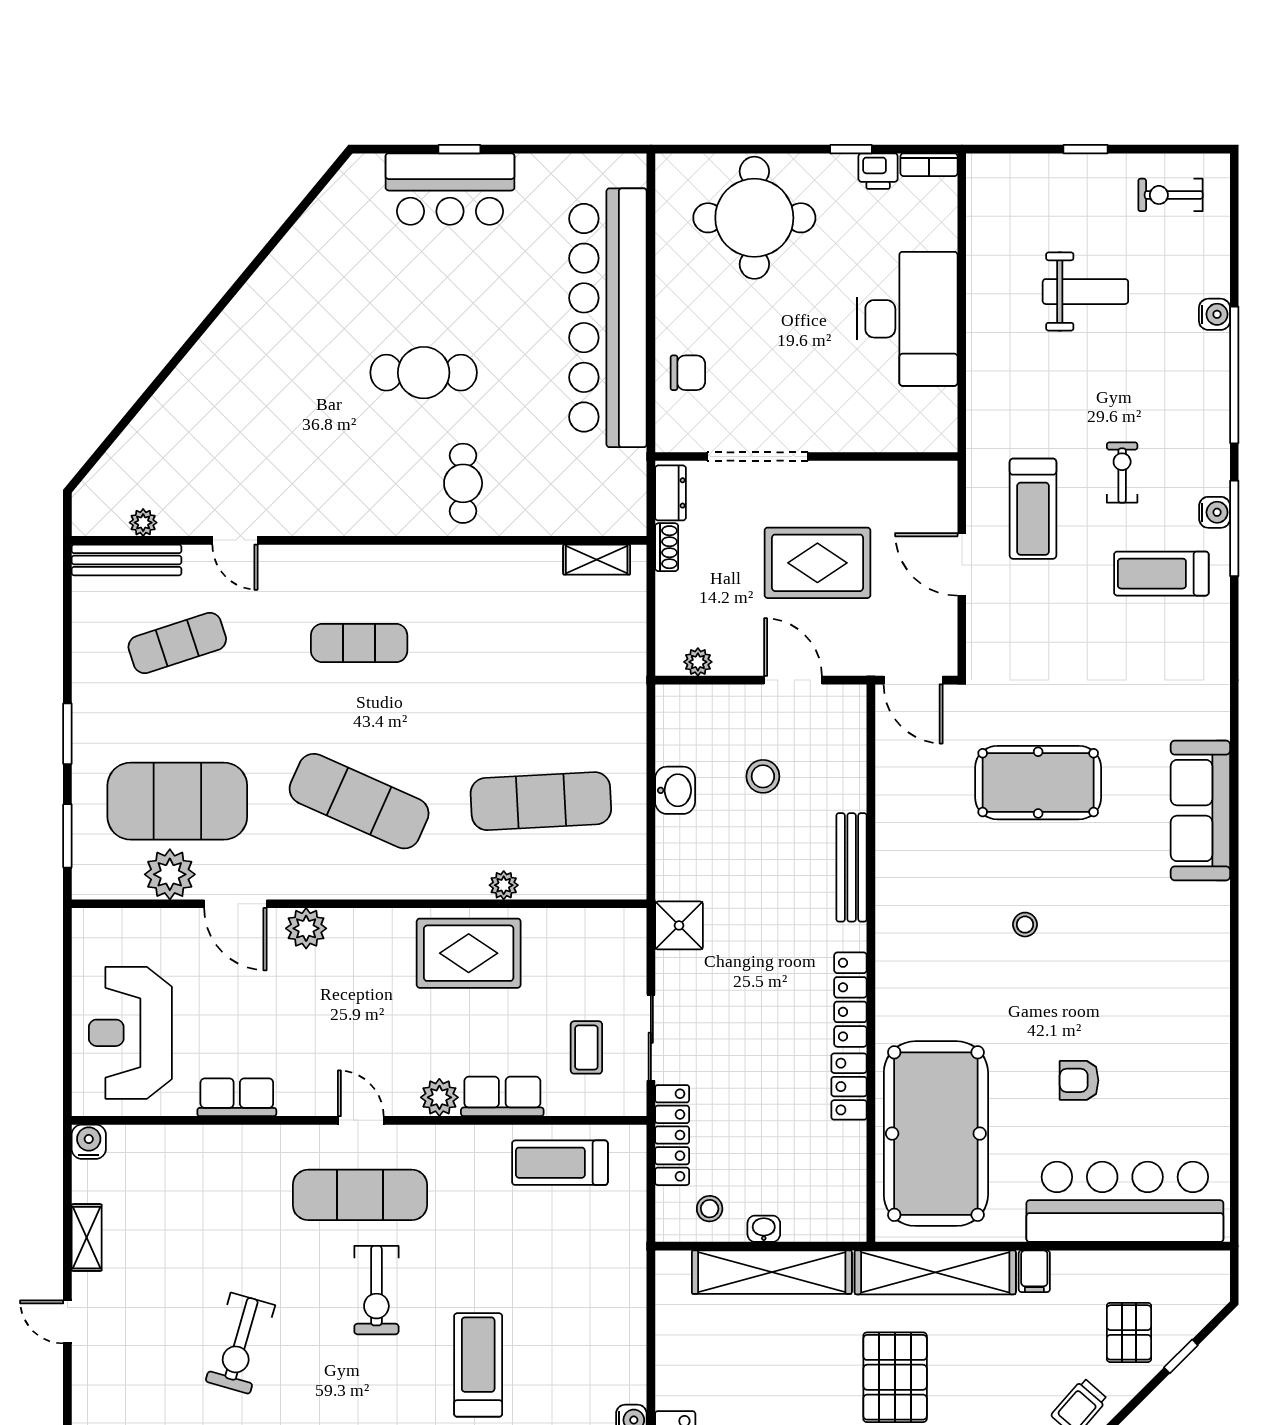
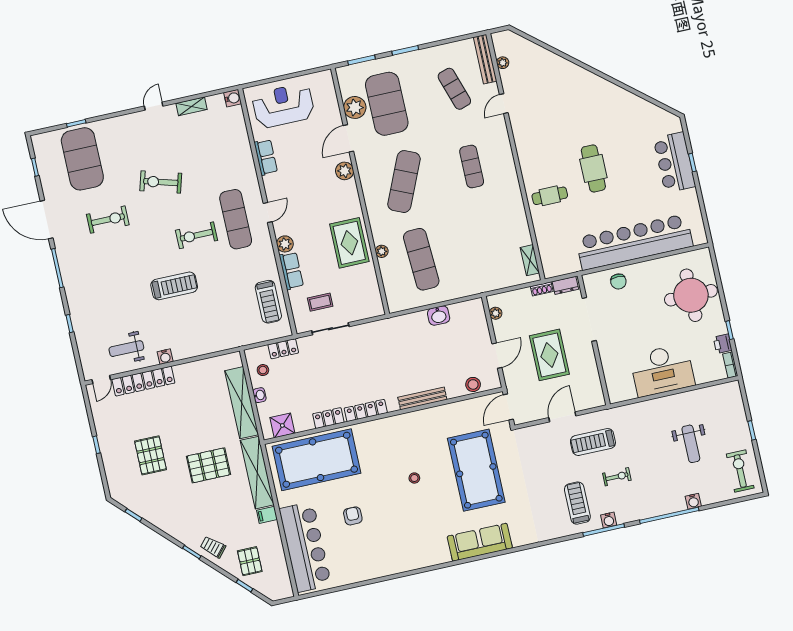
exercise bike: (1170, 195) -> (740, 471), width x1.38, depth x1.39
stool: (763, 776) -> (473, 384), moved
pool table: (1038, 783) -> (476, 470), width x1.36, depth x1.32
shower: (679, 925) -> (282, 425), moved
locker: (672, 1135) -> (283, 349), width x0.66
treadmill: (560, 1163) -> (268, 302), turned 180
pallet: (1129, 1332) -> (250, 561), turned 90

